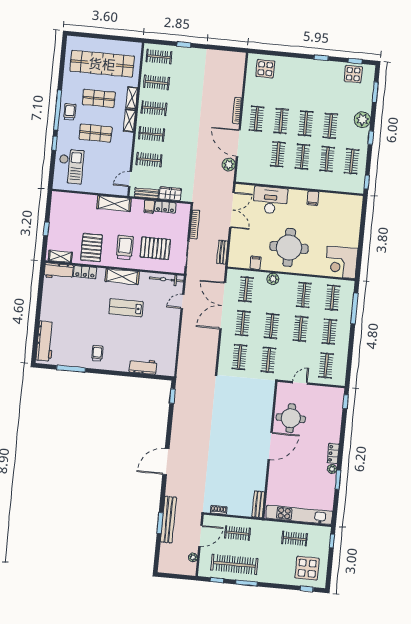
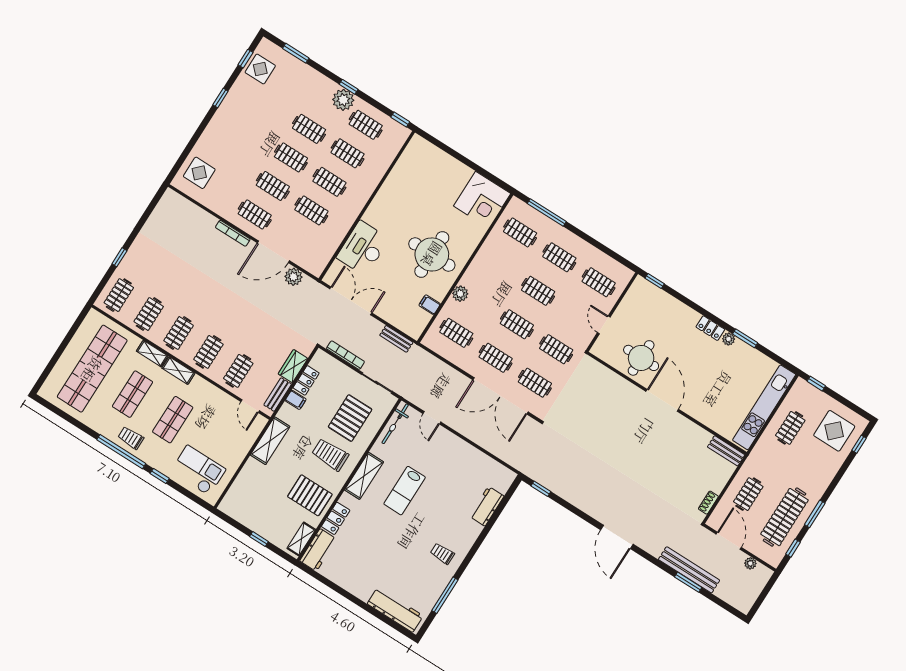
plant: (362, 120) -> (343, 100), moved
filing cabinet: (313, 198) -> (387, 195), removed
clothes rail: (304, 295) -> (499, 266), removed
double door: (223, 306) -> (501, 396), moved

